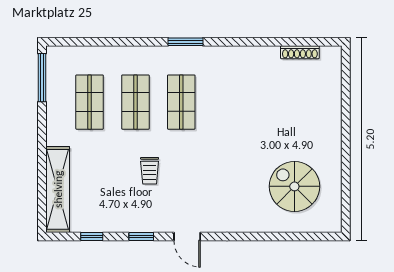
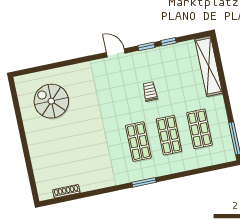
spiral stairs: (294, 186) -> (51, 101), turned 180
window: (92, 237) -> (169, 42), moved

